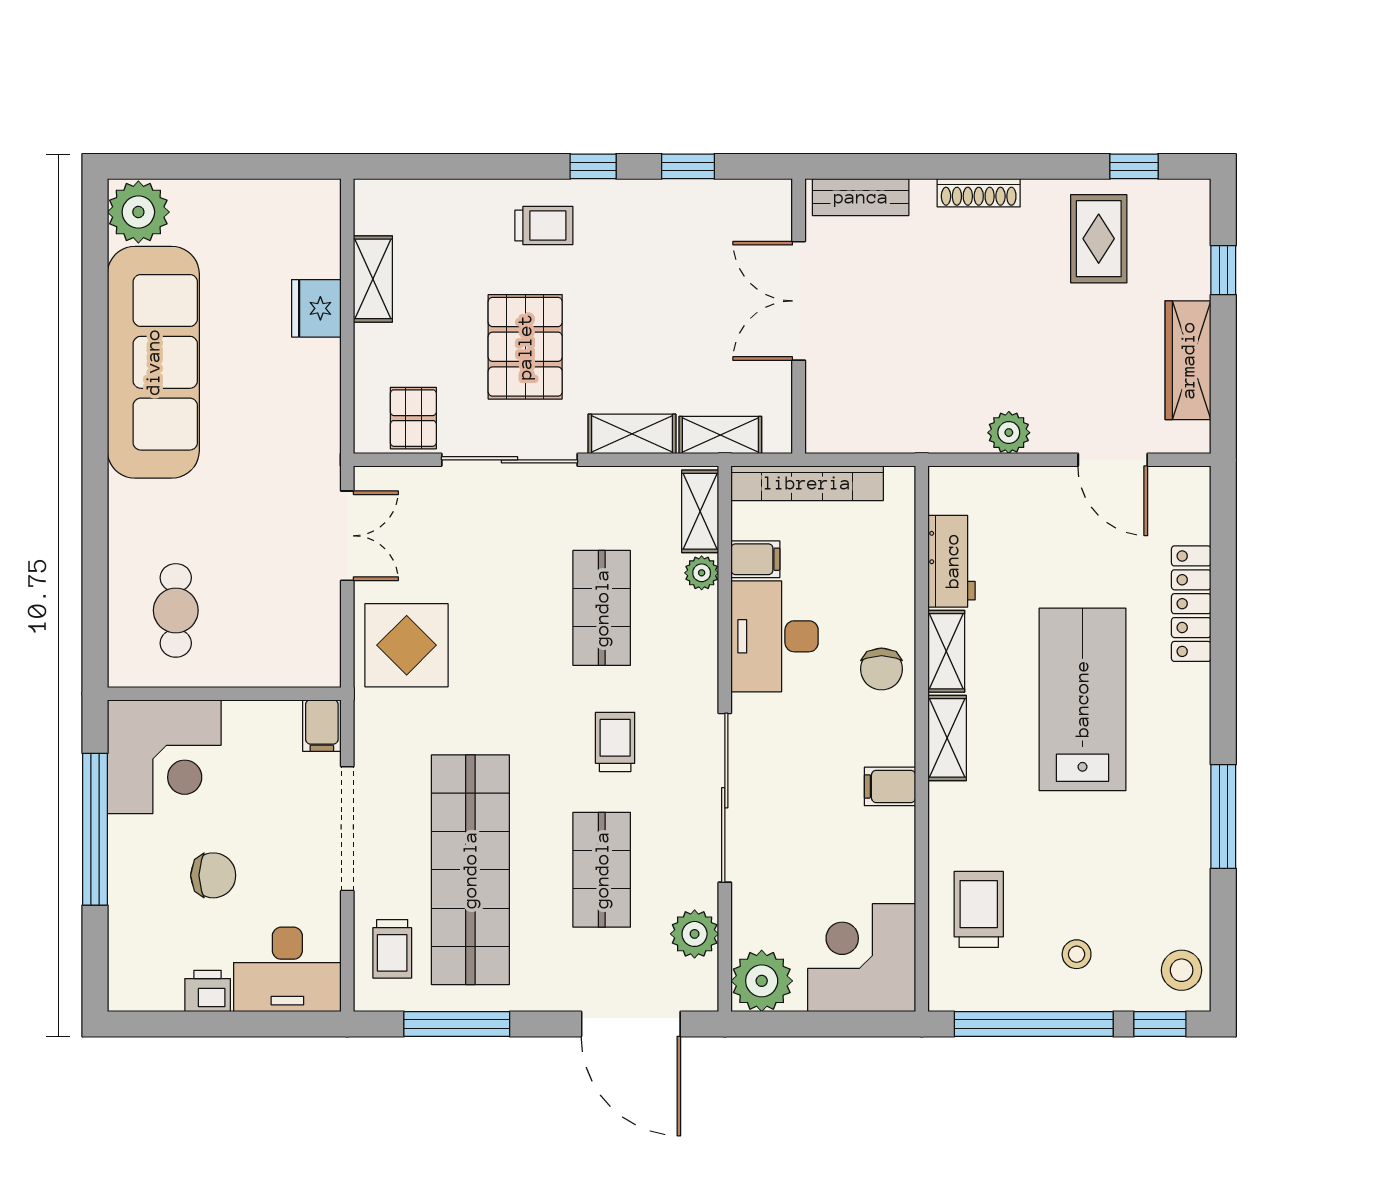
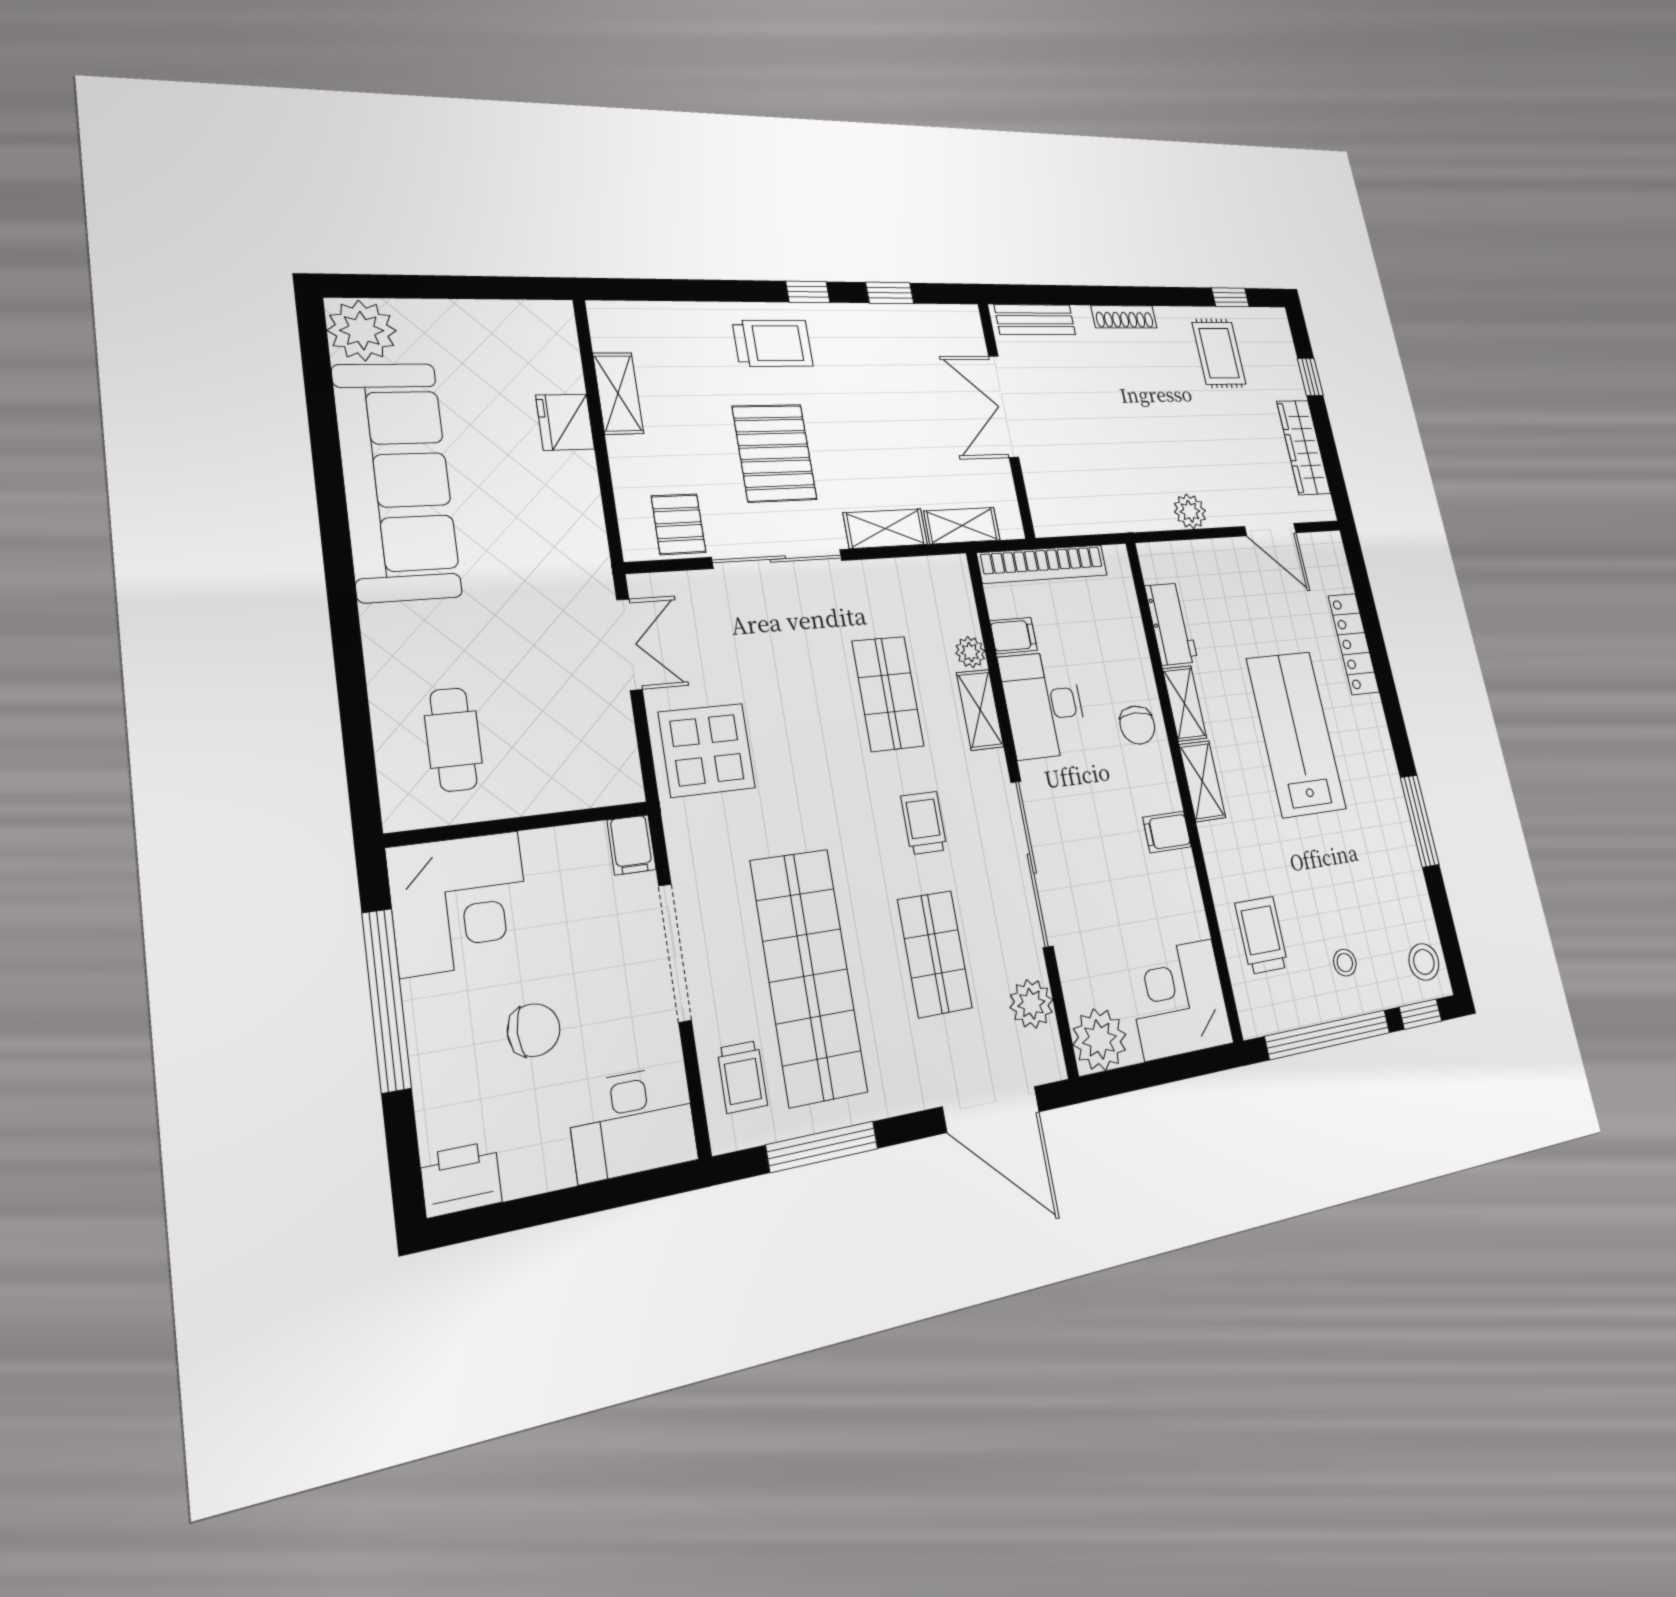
trolley: (544, 225) -> (773, 343), width x1.36, depth x1.39
shelving: (700, 511) -> (980, 710), moved
printer: (208, 991) -> (461, 1179), moved, width x1.36, depth x1.24

